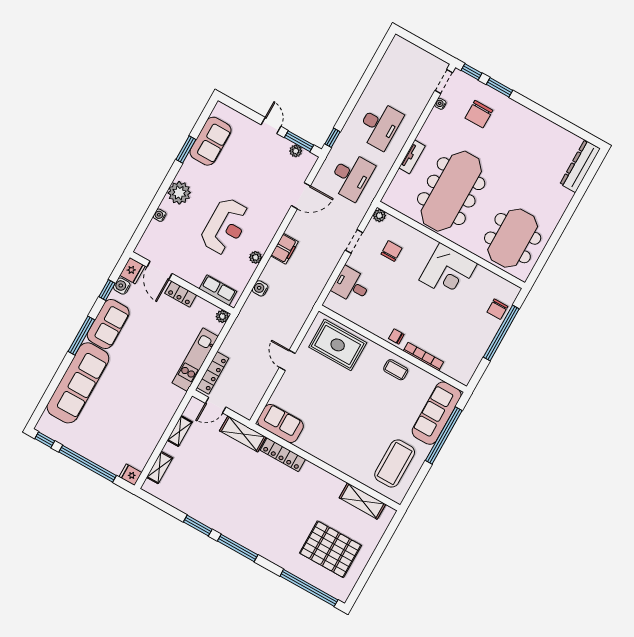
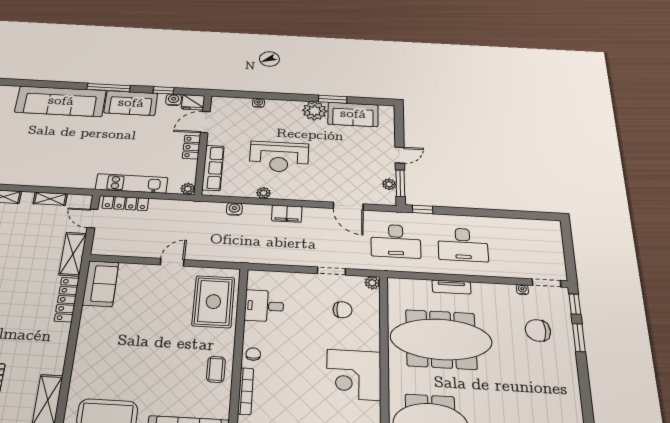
plant: (179, 193) -> (315, 111), moved
desk: (351, 285) -> (264, 306), moved, turned -90
row of seats: (218, 290) -> (213, 168), width x1.48

